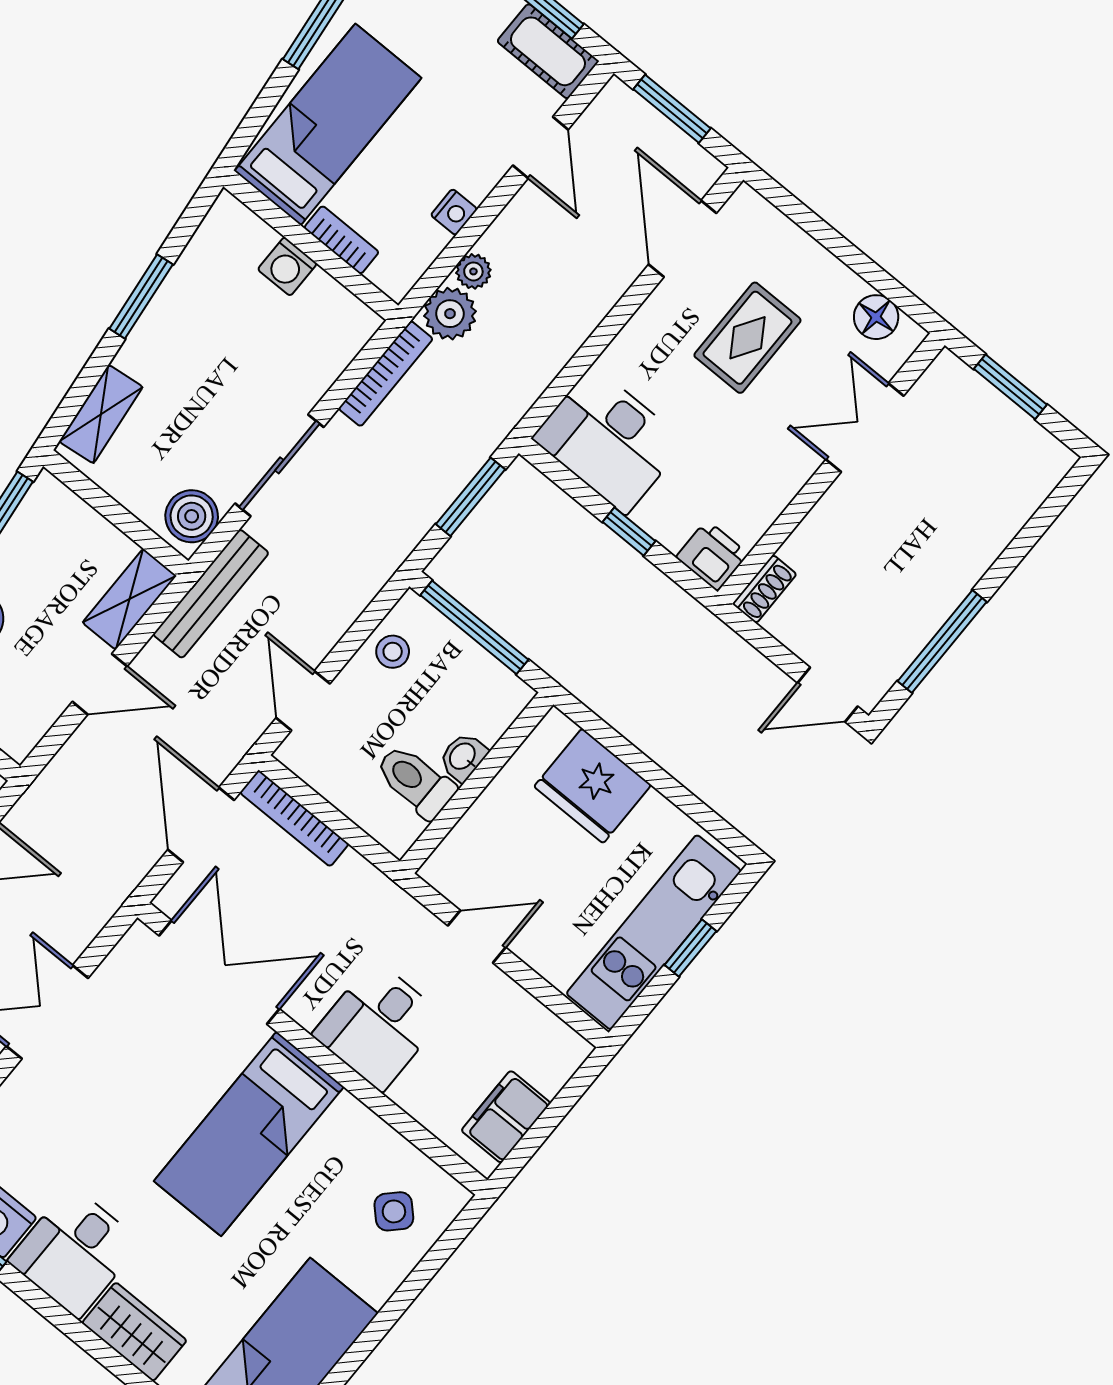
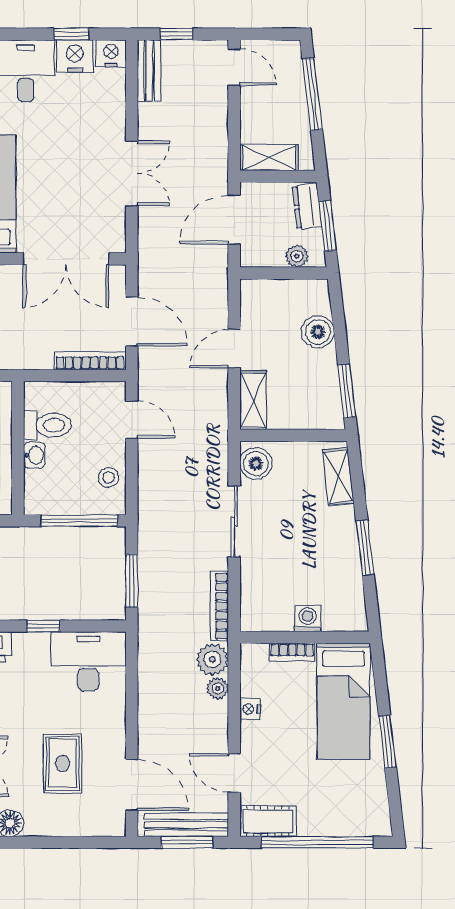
bench: (211, 594) -> (187, 825), moved, turned 90

